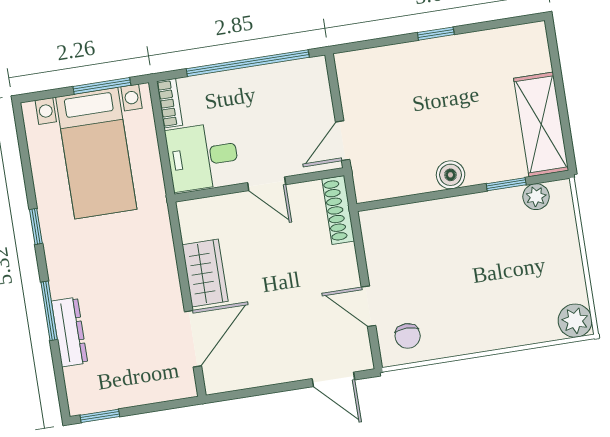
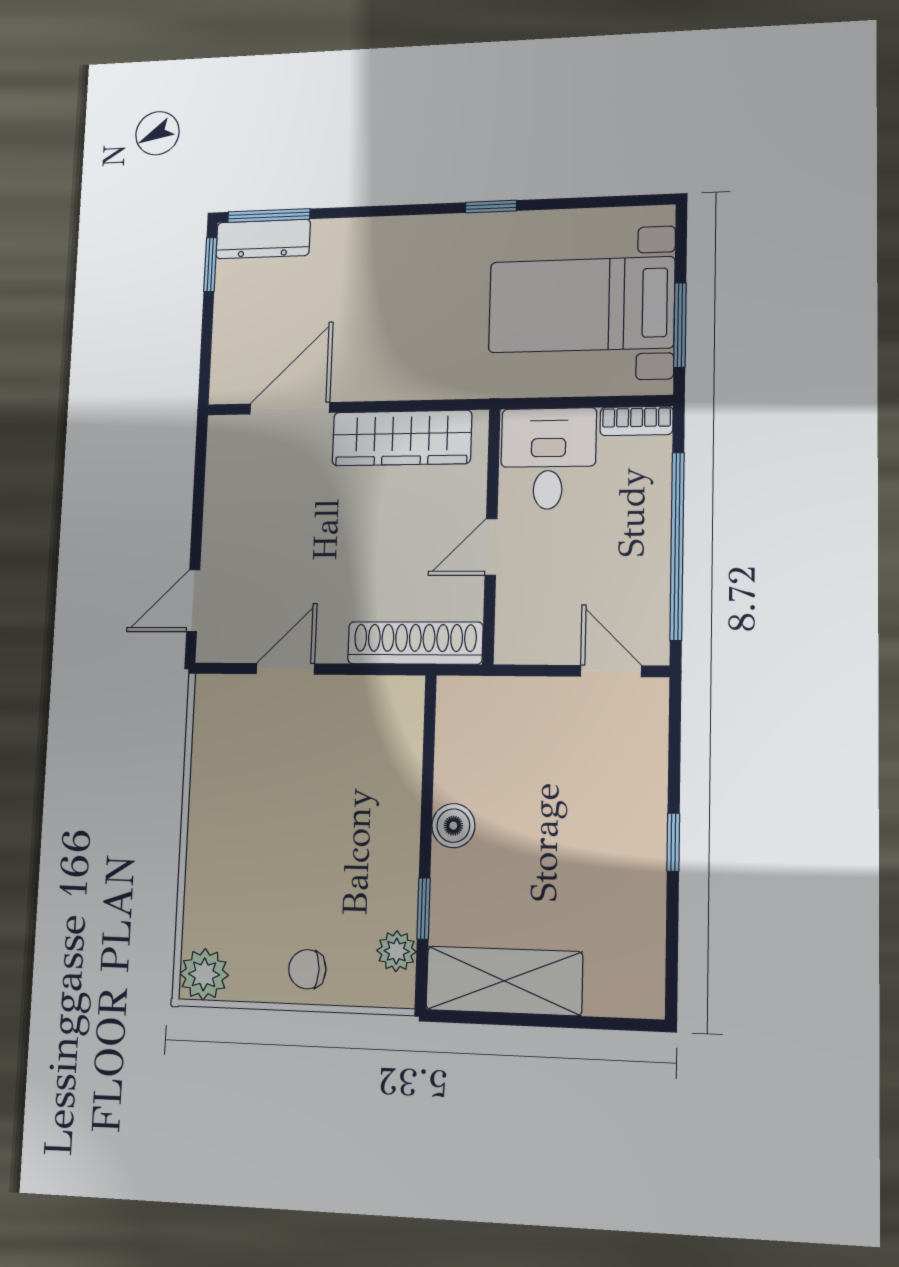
door: (343, 141) -> (611, 671), moved
shoe rack: (338, 210) -> (415, 643), width x1.36, depth x1.24
wardrobe: (205, 273) -> (402, 438), width x1.50
window: (49, 311) -> (269, 215), moved
dresser: (70, 332) -> (263, 239), moved
chair: (408, 336) -> (307, 969), moved
door: (193, 339) -> (290, 408), swing flipped

